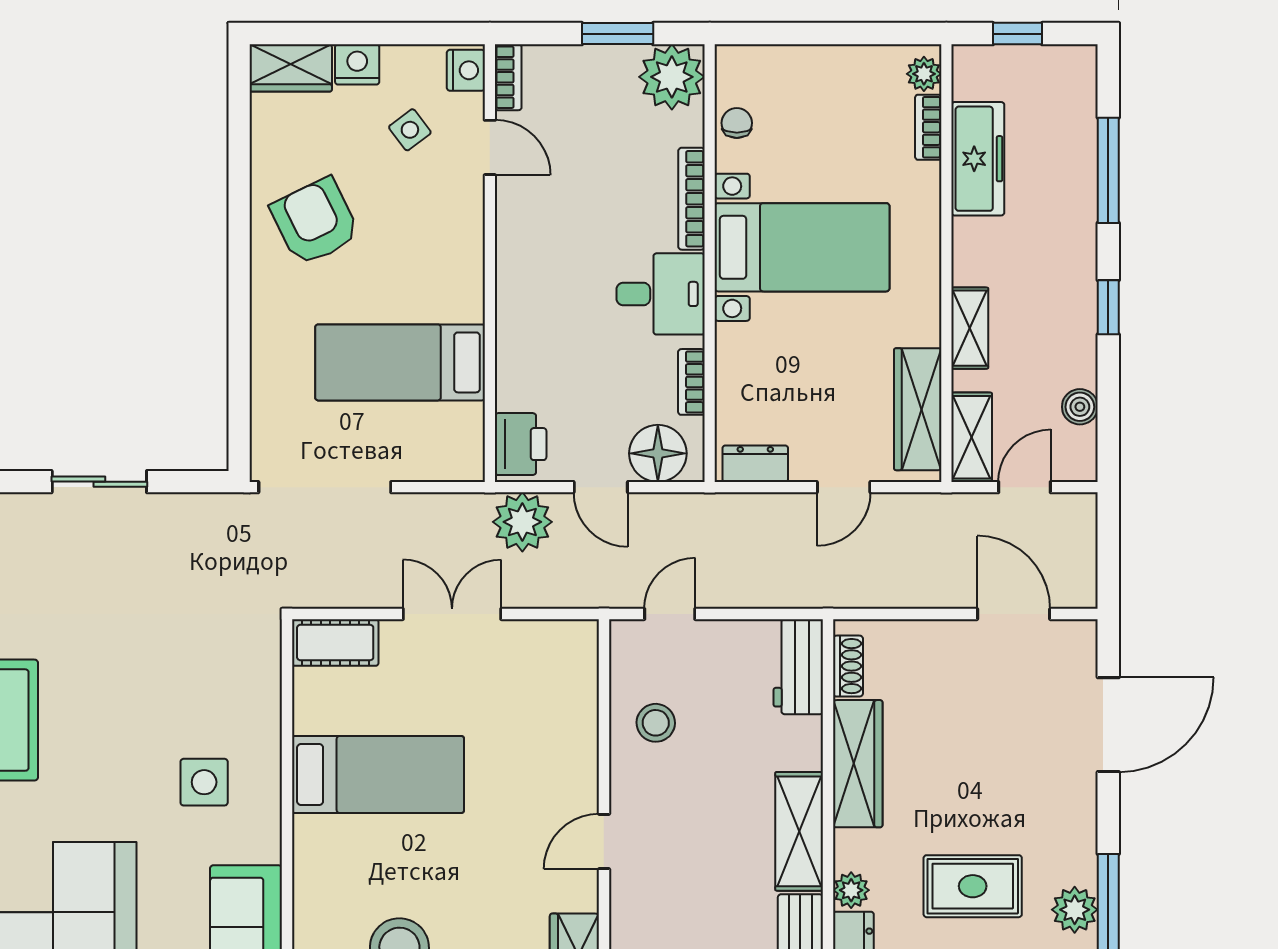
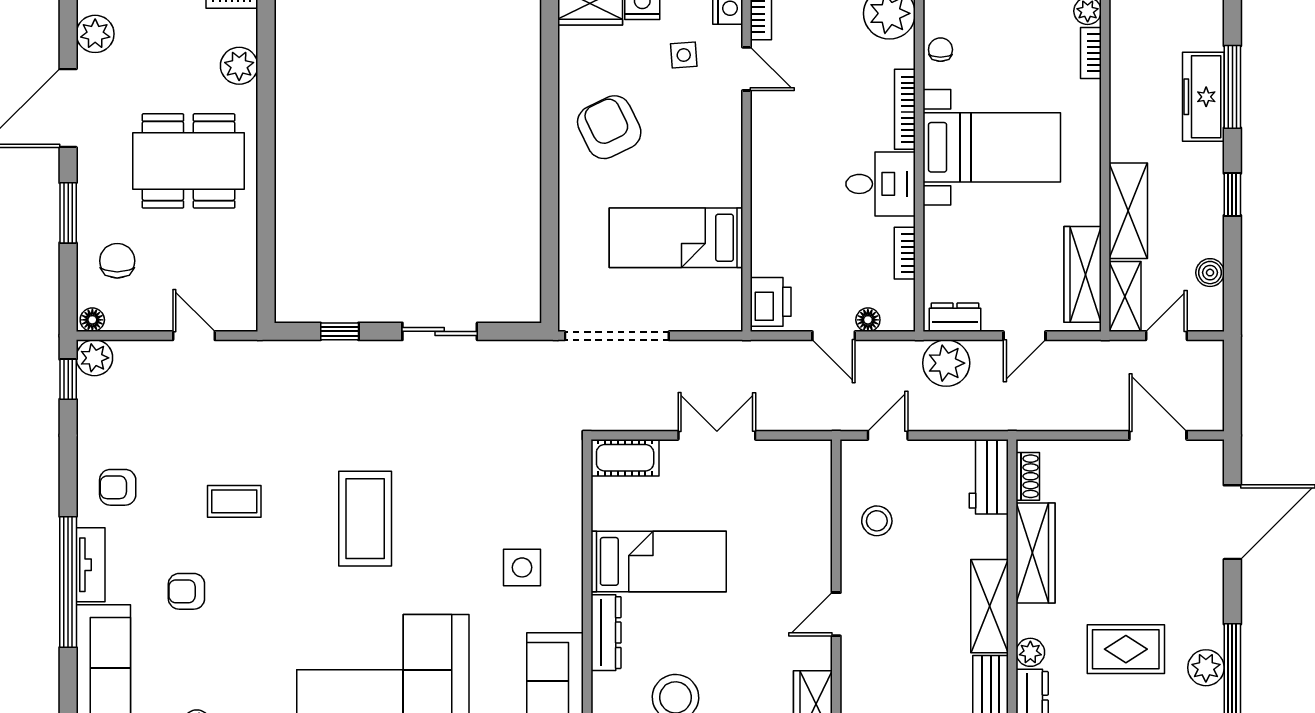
side table: (410, 130) -> (684, 55), turned 33
freezer: (978, 159) -> (1203, 97), moved, turned 180
shelving: (970, 328) -> (1128, 211), width x1.50, depth x1.33
floor lamp: (658, 453) -> (868, 320), width x0.53, depth x0.53
plant: (522, 522) -> (946, 363), moved
dresser: (311, 865) -> (606, 633), added

